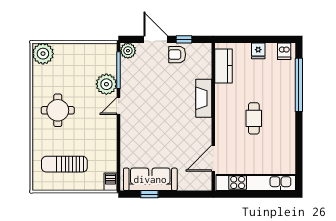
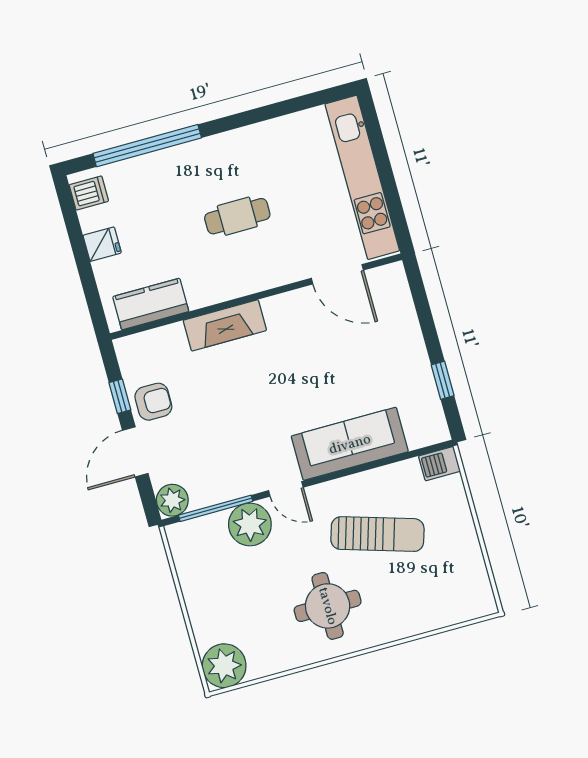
armchair: (177, 55) -> (153, 402), turned -90
sun lounger: (64, 164) -> (377, 534), moved, turned -73
sofa: (150, 179) -> (350, 444), moved, turned 90

